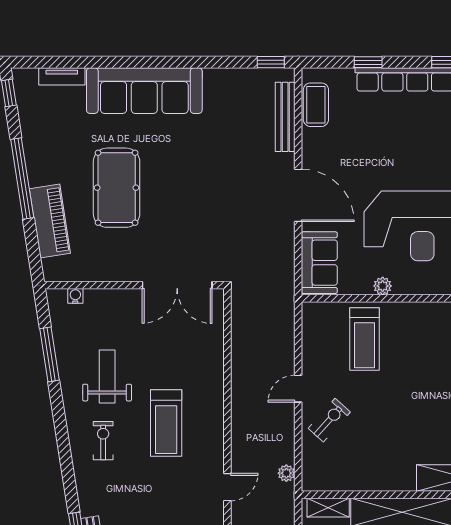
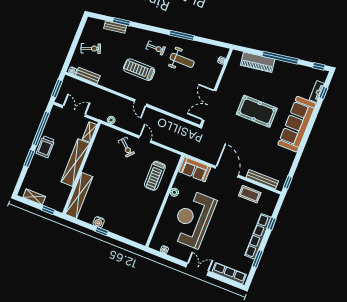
window: (59, 62) -> (323, 93), added
coffee table: (316, 105) -> (250, 194), moved
pool table: (117, 188) -> (257, 111), moved
door: (298, 195) -> (227, 172), swing flipped
treadmill: (365, 339) -> (155, 176), turned -90
window: (50, 354) -> (182, 35), moved
treadmill: (166, 423) -> (139, 70), moved
door: (227, 487) -> (140, 103), moved

